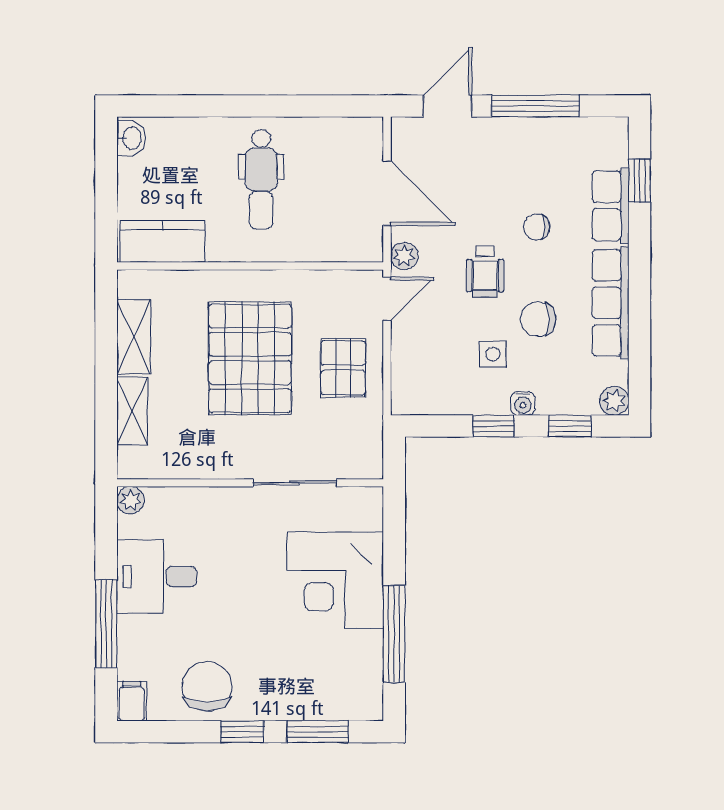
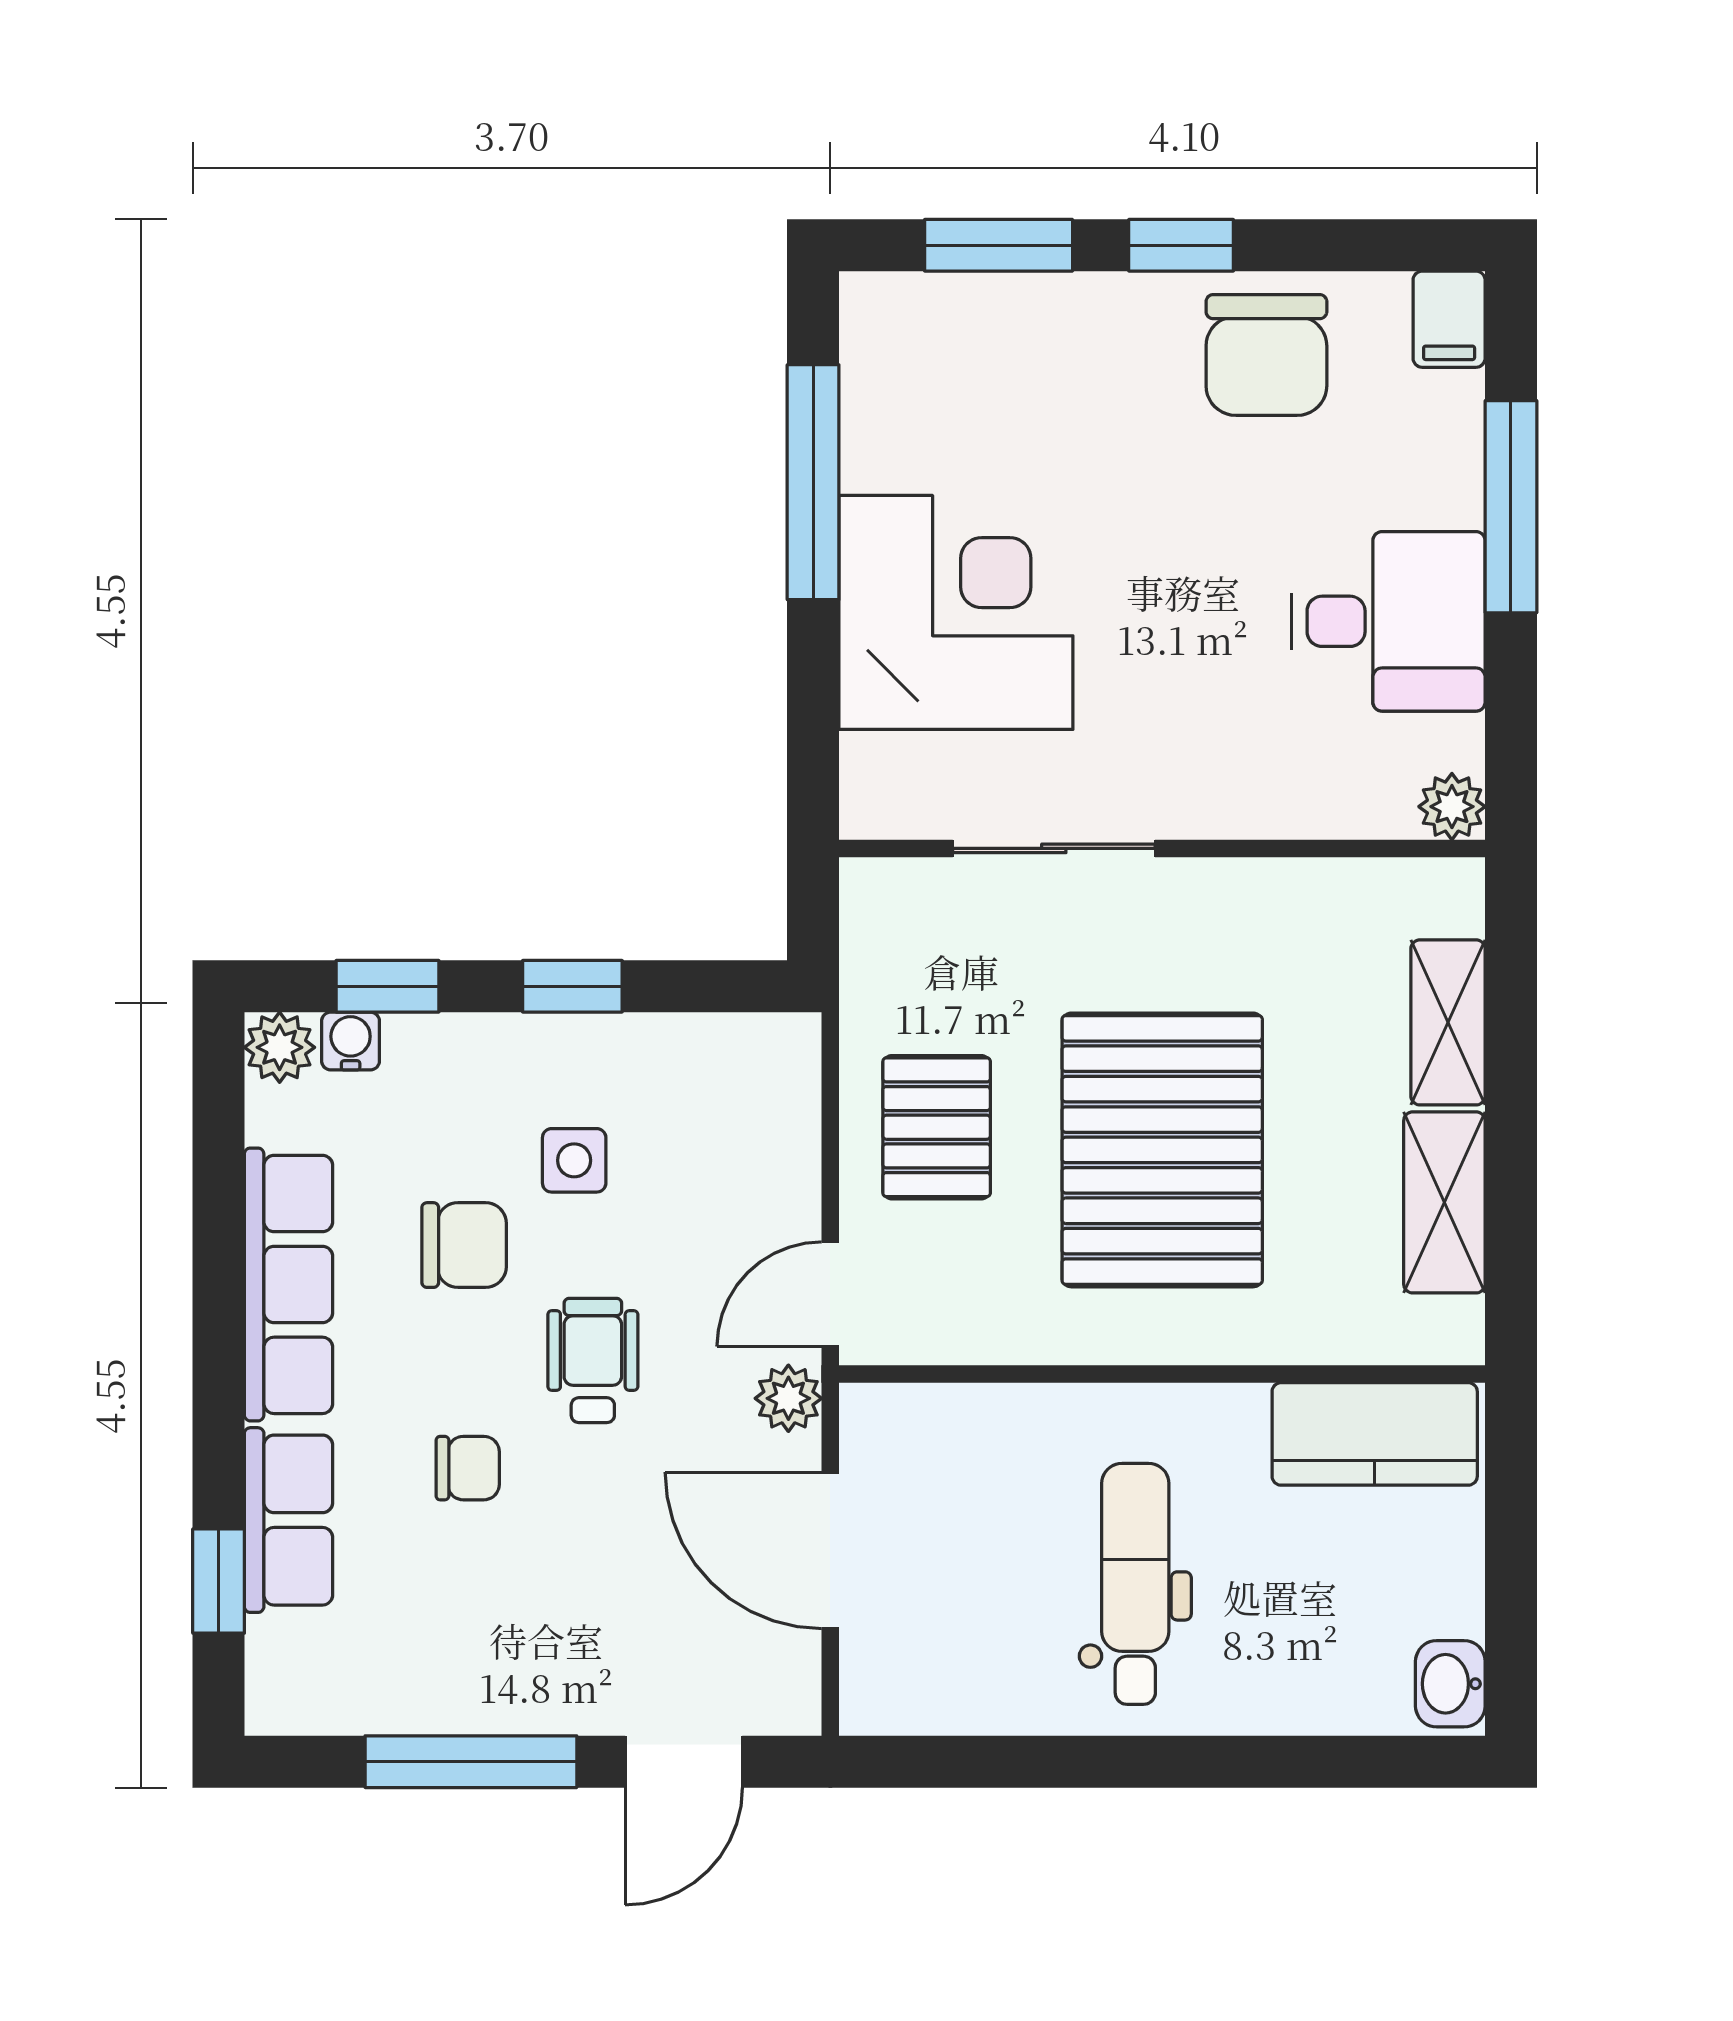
water cooler: (523, 403) -> (351, 1041), moved

